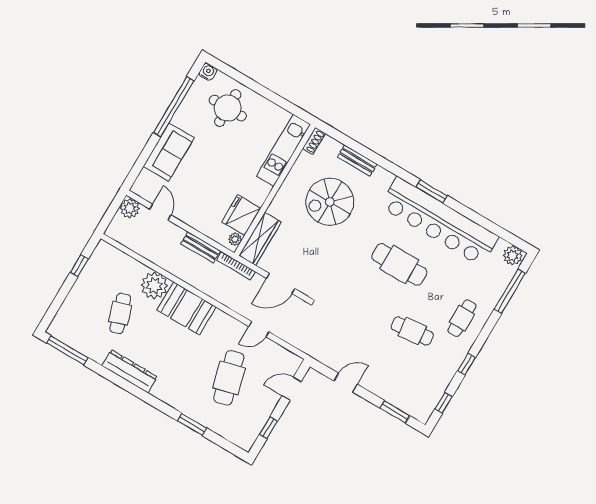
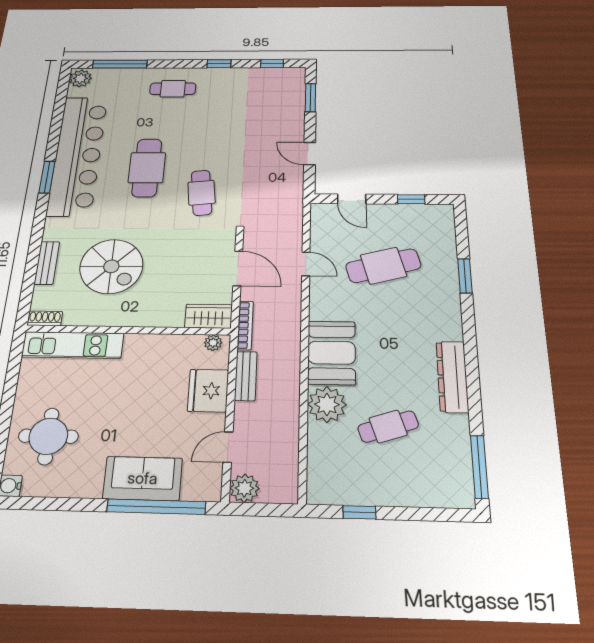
window: (174, 107) -> (156, 507), moved
fridge: (241, 215) -> (208, 391), moved, turned 90
wardrobe: (260, 239) -> (209, 316), width x0.67
cafe table: (412, 331) -> (202, 193), moved

